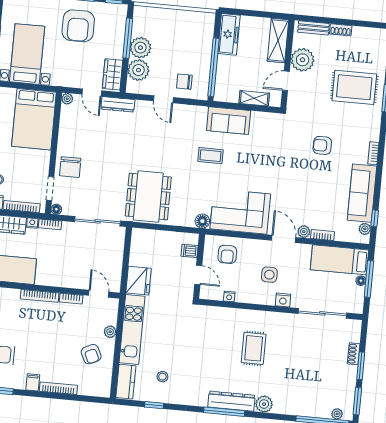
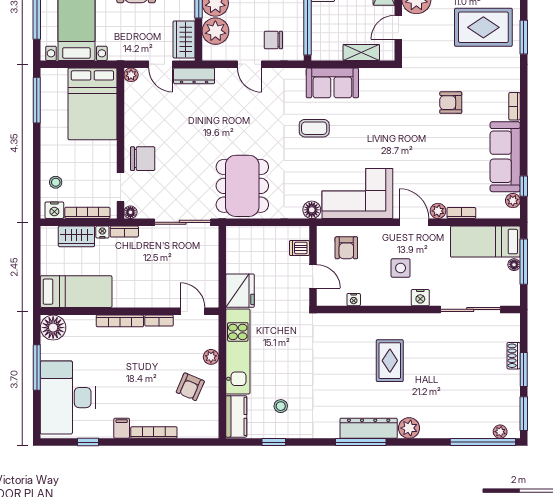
chair: (70, 167) -> (143, 159), turned -90
armchair: (91, 354) -> (190, 387), turned 48

